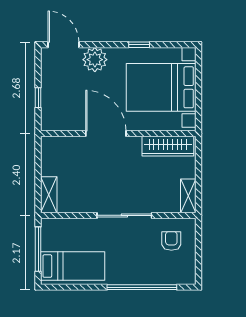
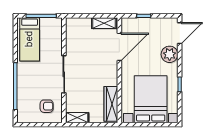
door: (106, 134) -> (119, 47), moved
shelving: (49, 195) -> (104, 23), moved

